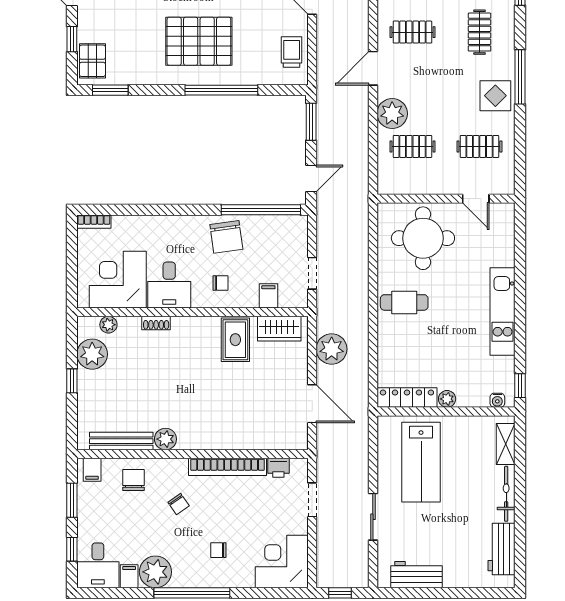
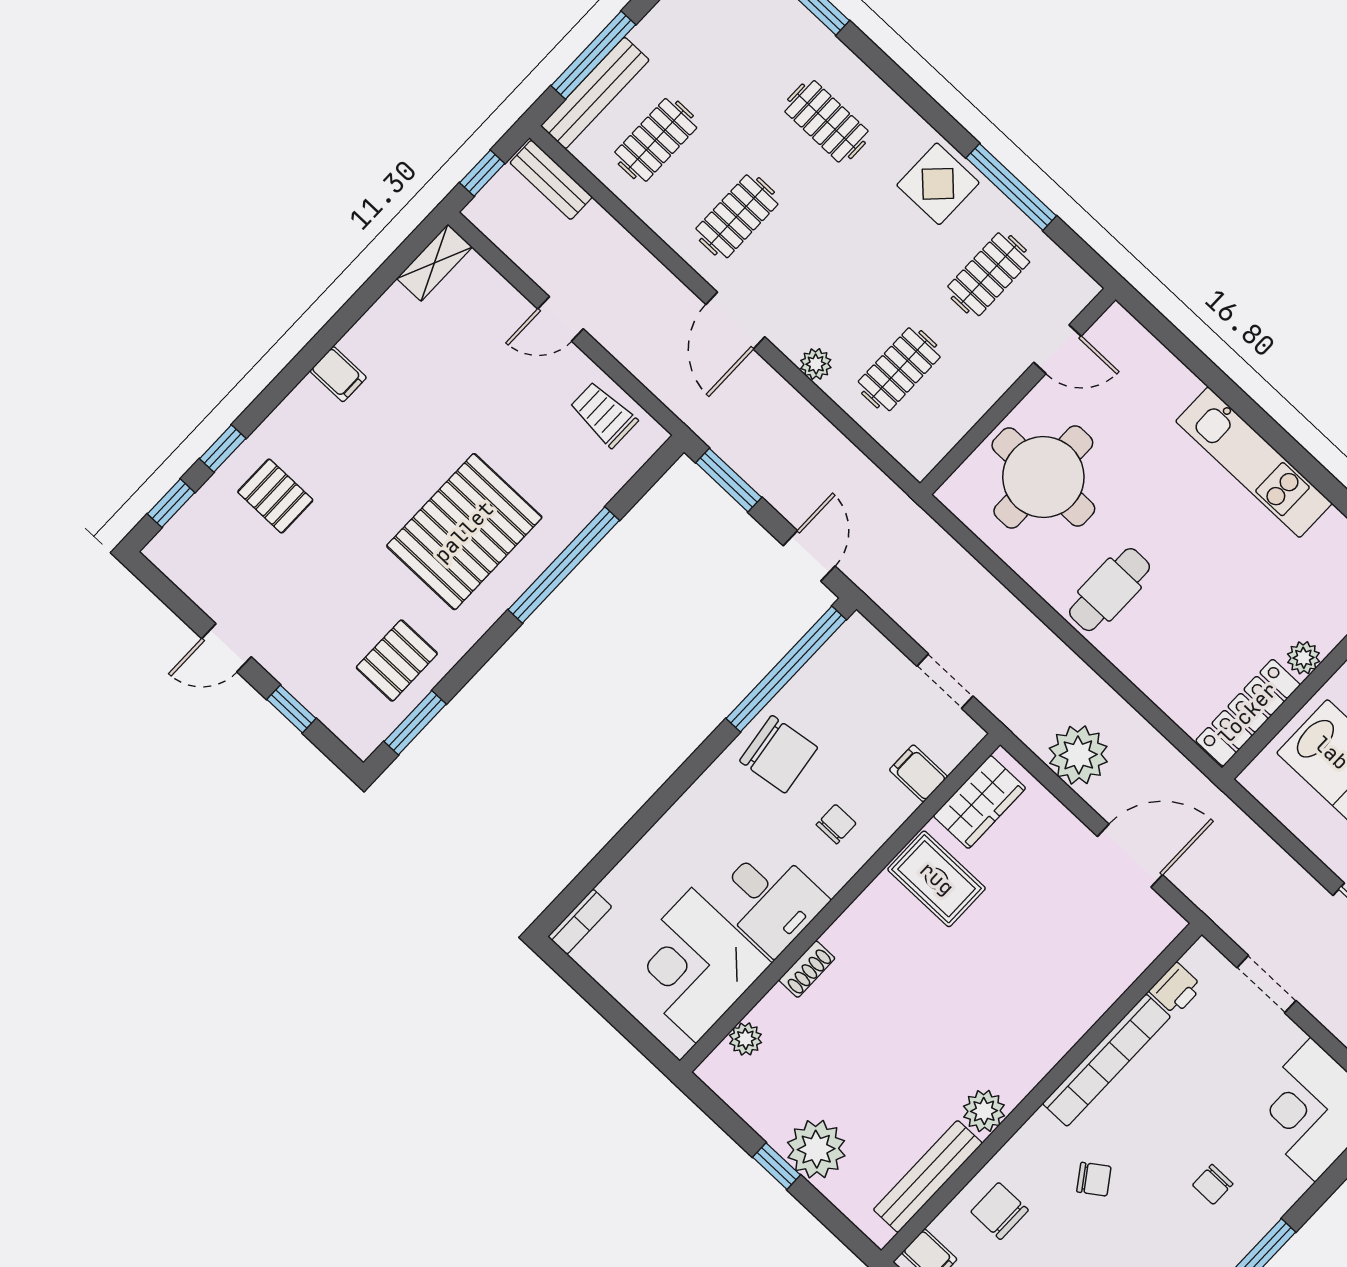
pallet: (92, 61) -> (397, 661), moved, turned 90
window: (520, 77) -> (1011, 187), moved
plant: (392, 114) -> (816, 364), width x0.53, depth x0.53
plant: (92, 354) -> (816, 1149), moved

